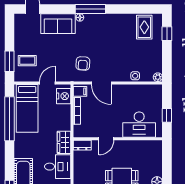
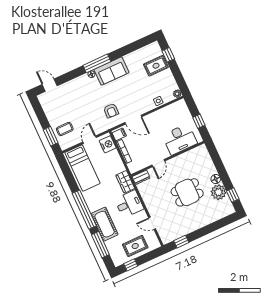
sofa: (58, 24) -> (112, 71), moved
rug: (144, 27) -> (156, 66), moved, turned 90
window: (9, 119) -> (84, 210), moved

